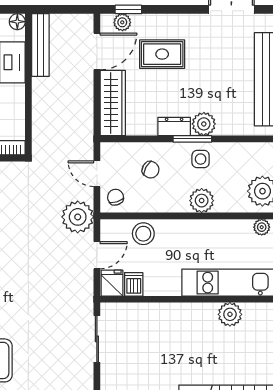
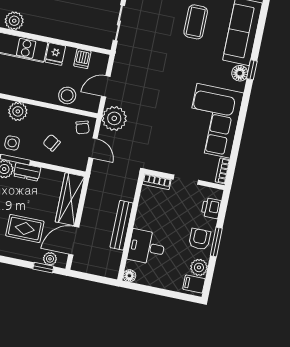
bench: (40, 45) -> (122, 225), moved
fridge: (112, 283) -> (55, 54), moved

